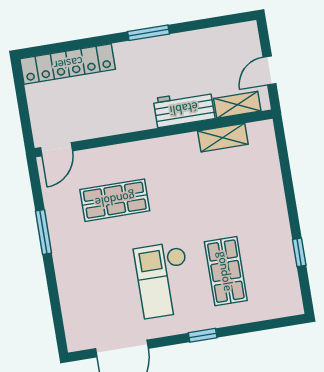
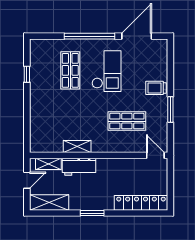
shelving: (225, 39) -> (49, 203), added
shelving: (223, 138) -> (77, 147), moved
door: (56, 149) -> (155, 155), hinge flipped
trolley: (74, 265) -> (156, 88), added
window: (203, 335) -> (89, 36), width x3.17

